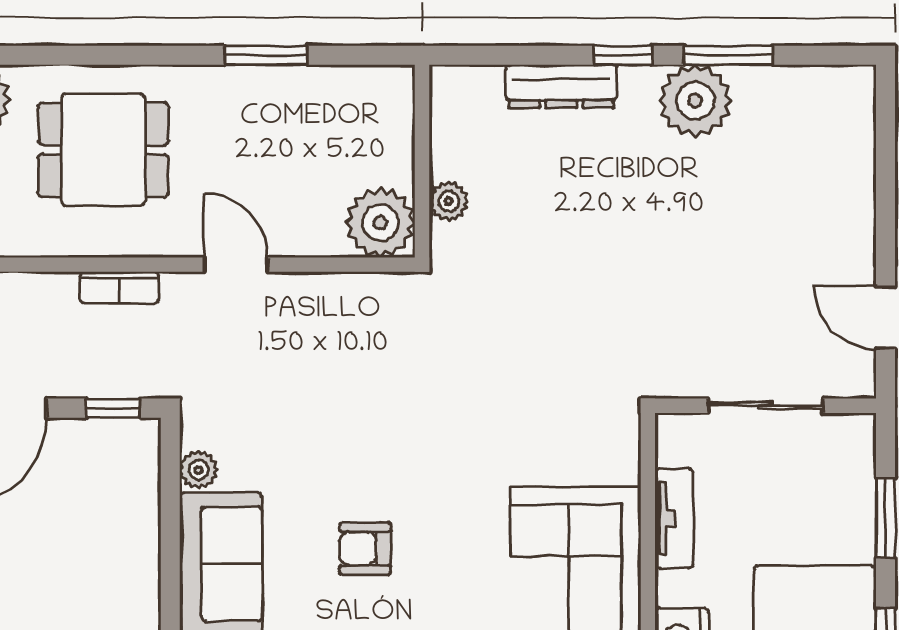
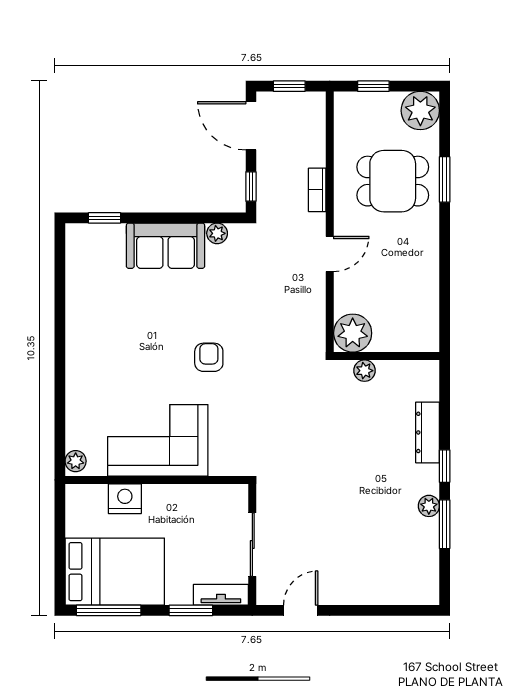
window: (266, 55) -> (445, 179), moved
plant: (695, 101) -> (429, 506), width x0.53, depth x0.53
dining table: (103, 150) -> (393, 181), turned 90
tv unit: (674, 518) -> (221, 595), moved, turned 180
armchair: (365, 549) -> (209, 357), moved

